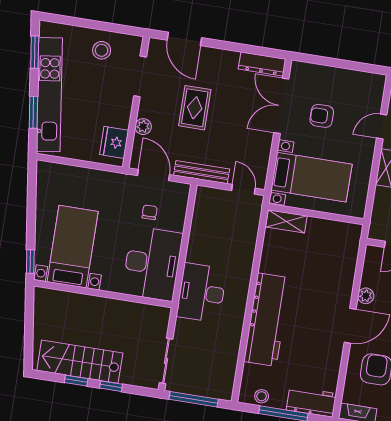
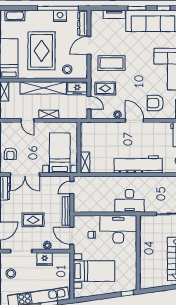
armchair: (322, 116) -> (10, 154), moved
fridge: (114, 142) -> (45, 259), moved
door: (153, 175) -> (72, 236), hinge flipped
bed with nightstands: (73, 247) -> (94, 271), moved, turned 180

